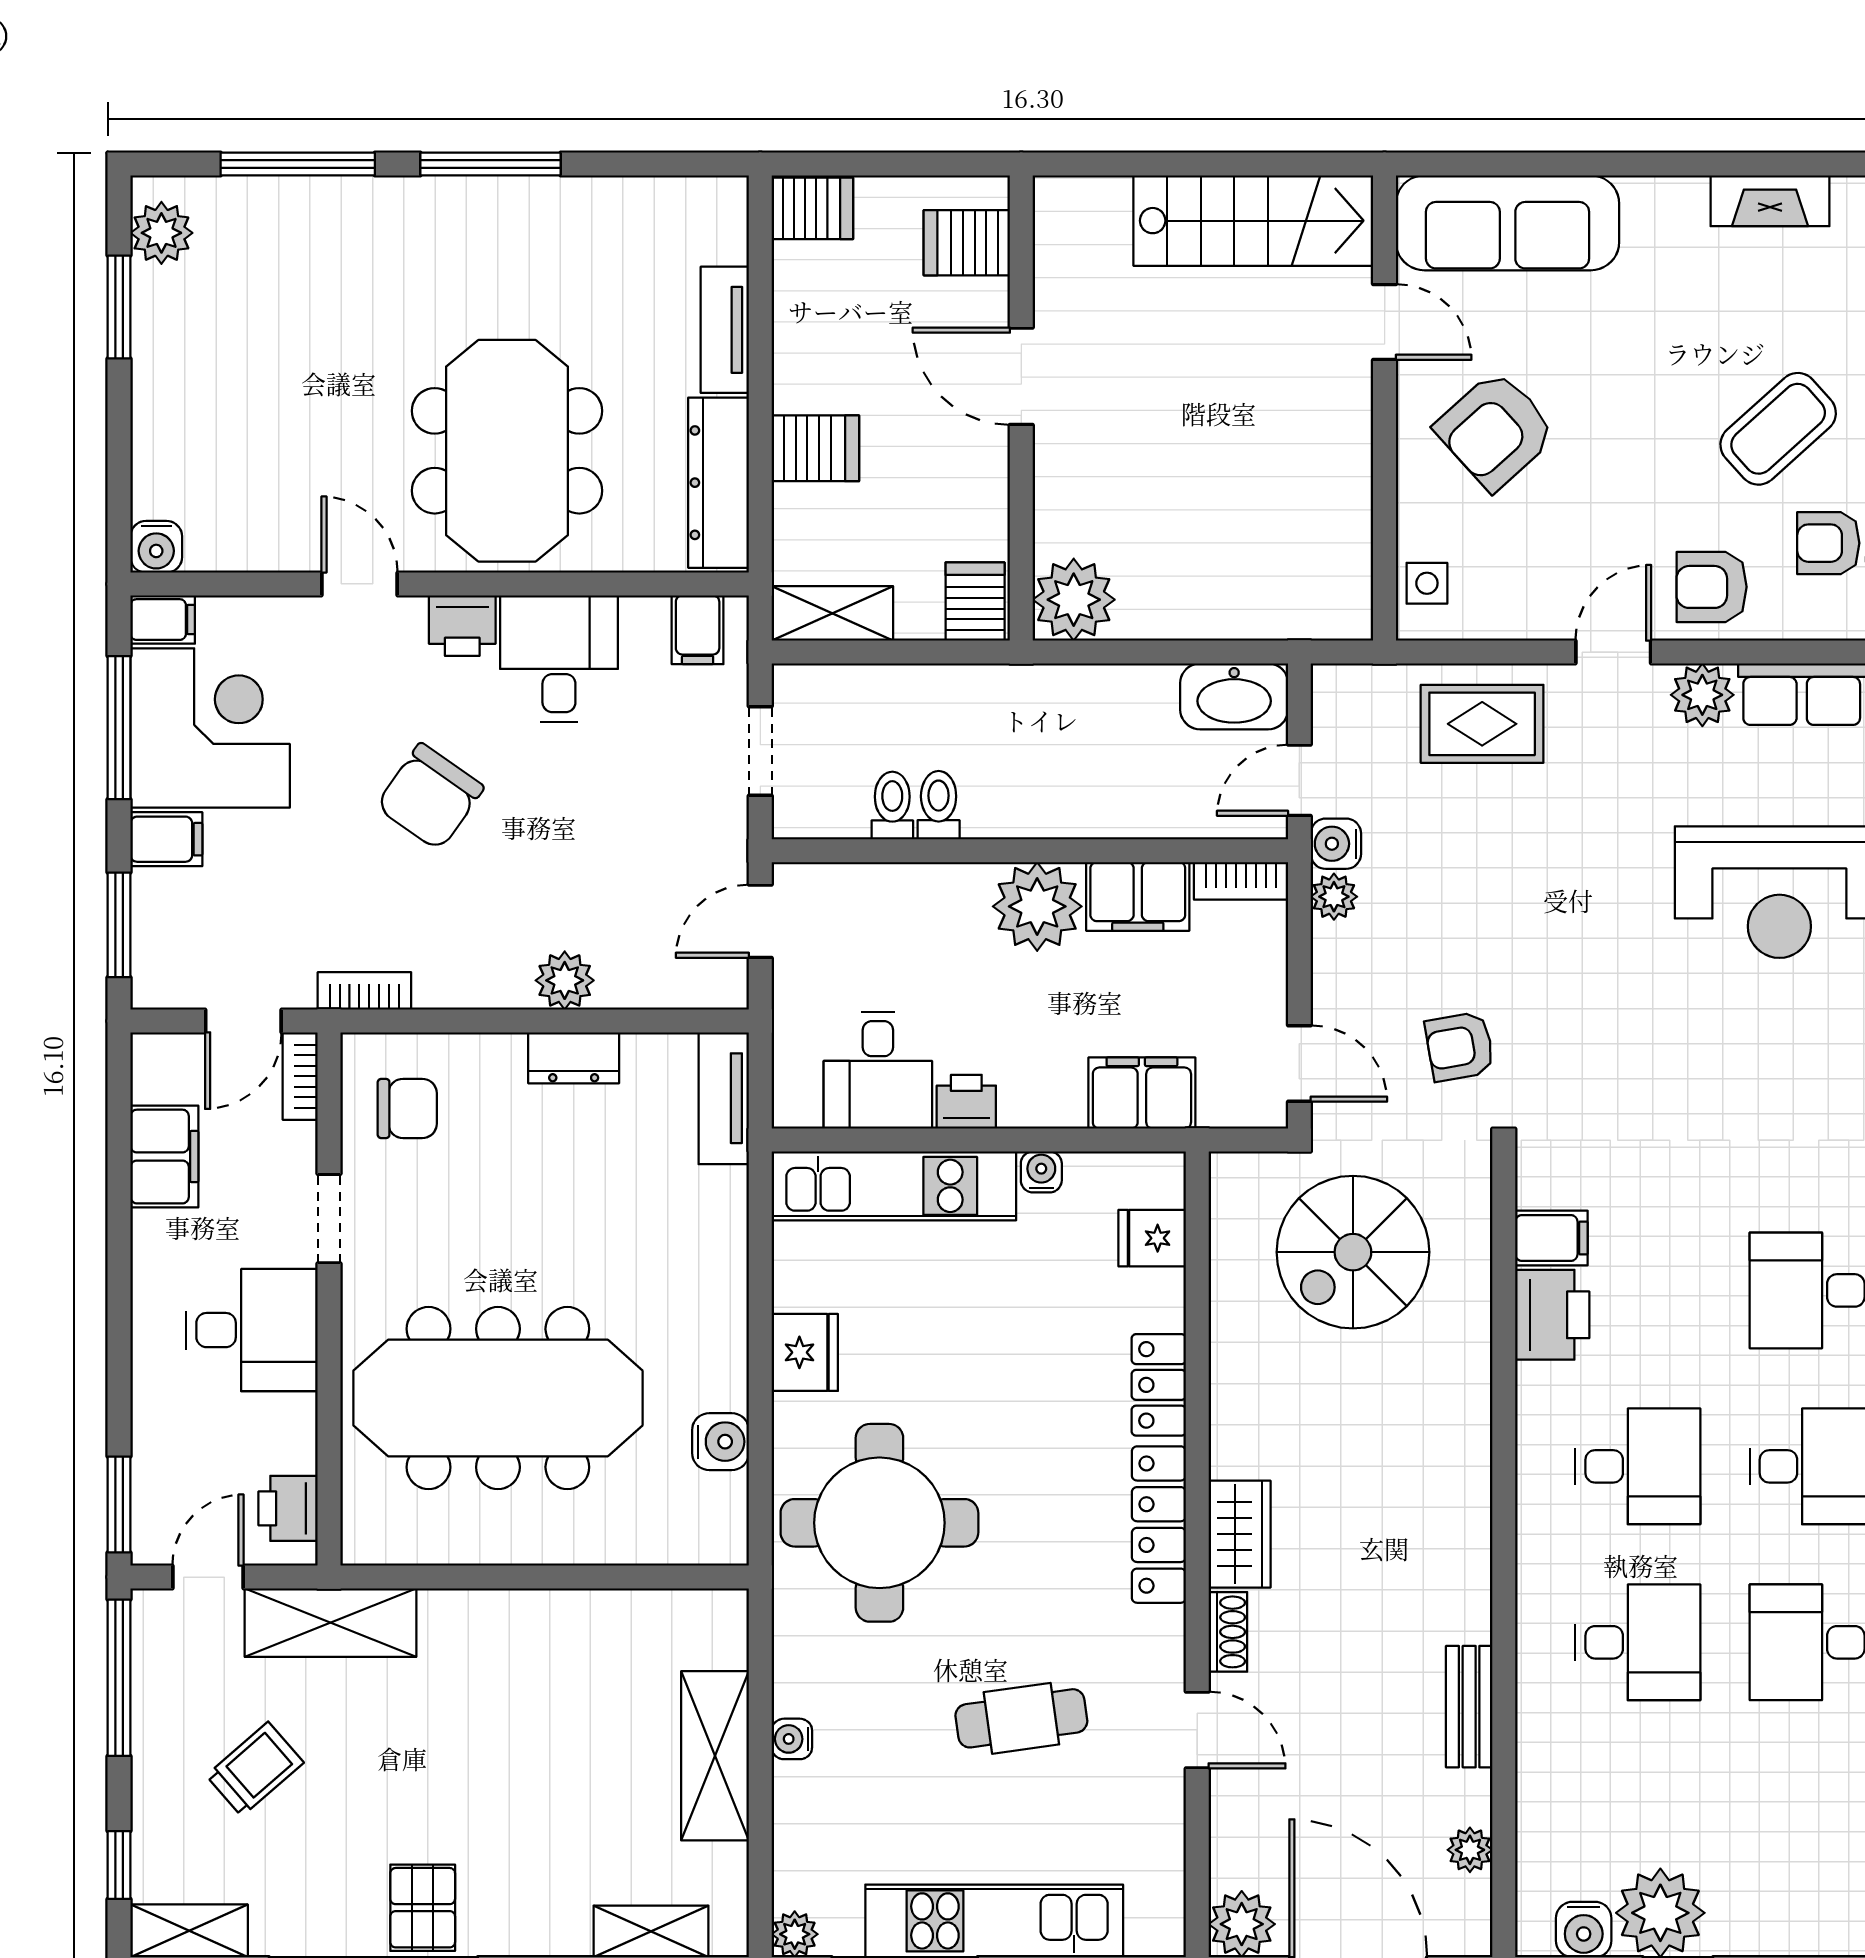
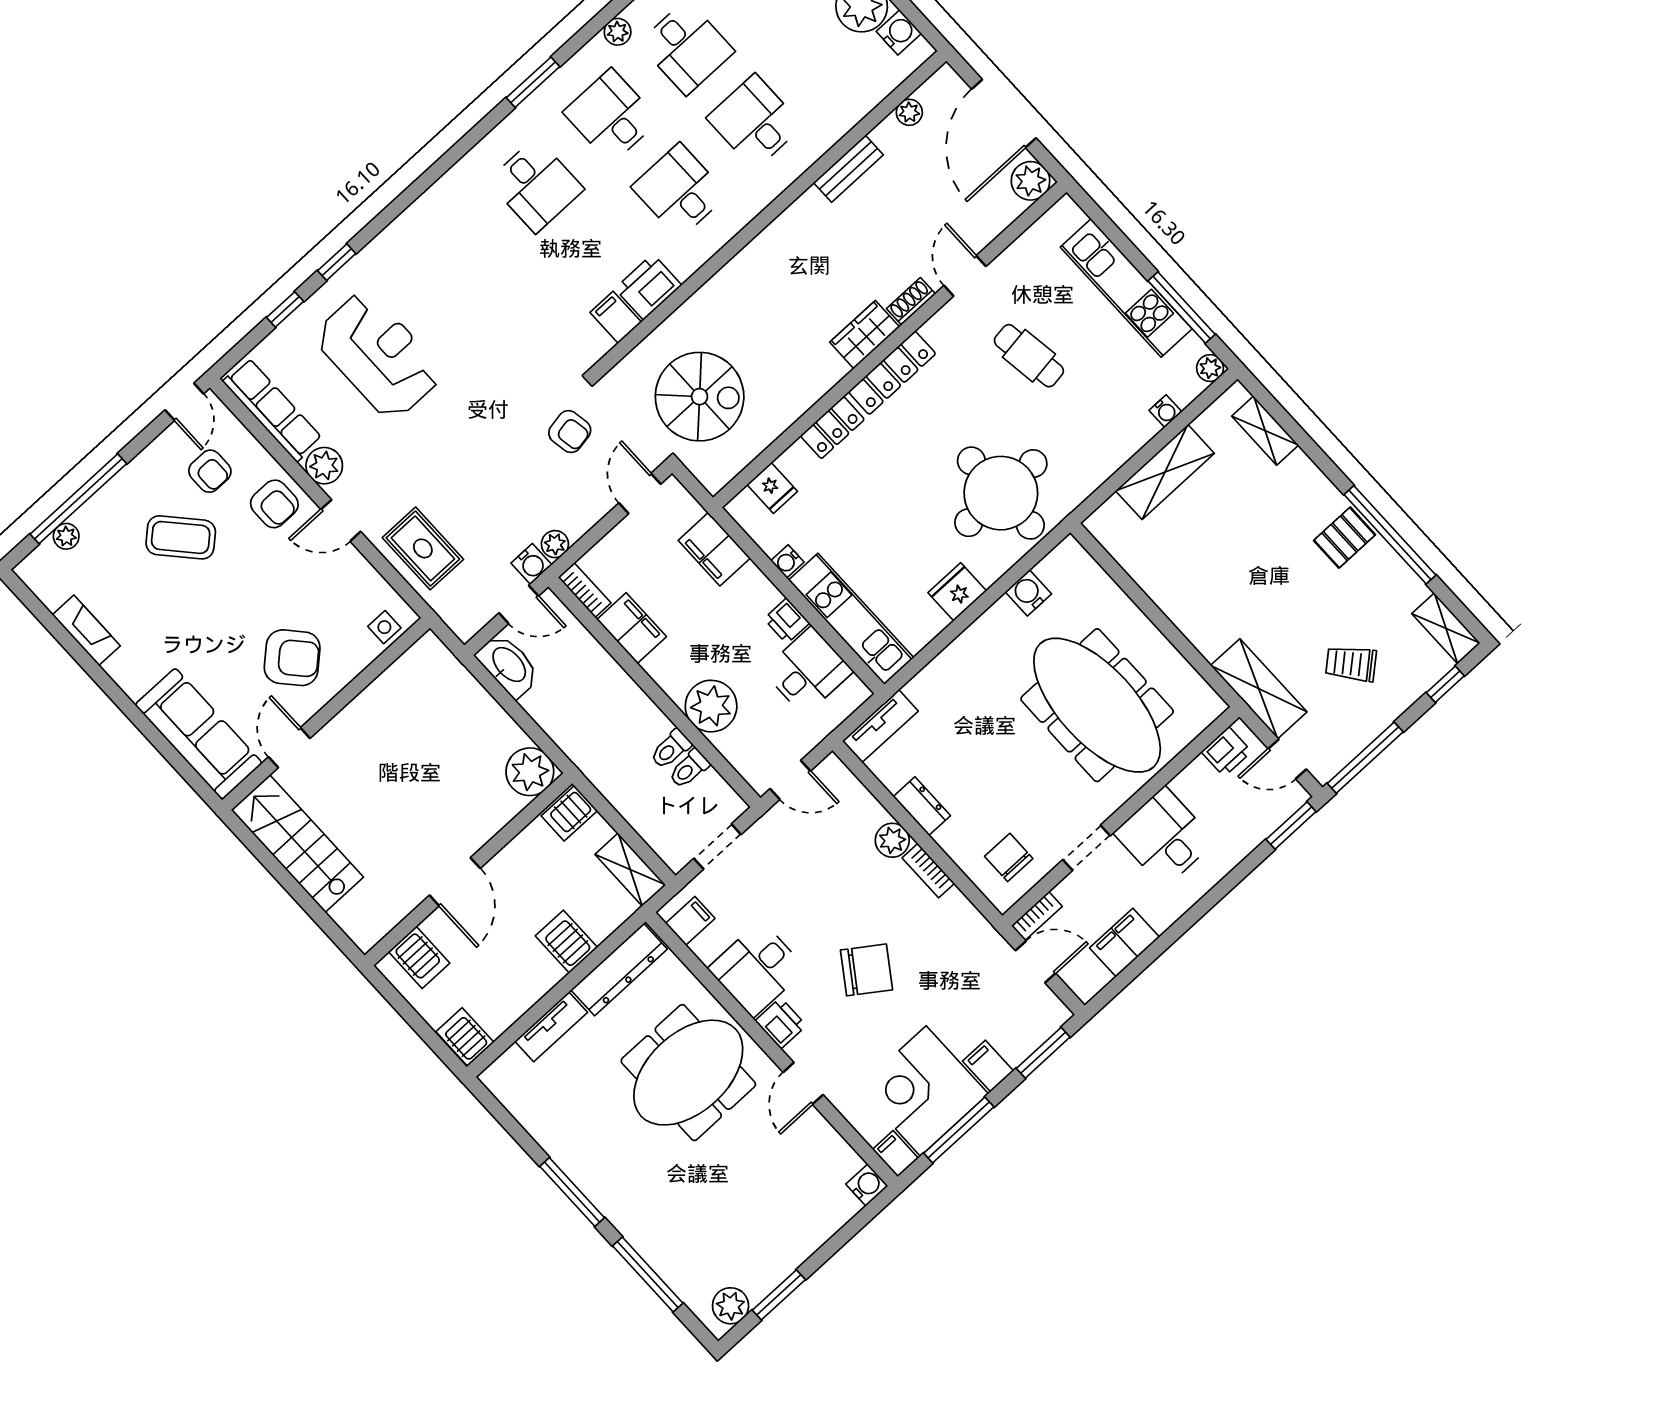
plant: (1037, 906) -> (711, 706), moved
bookcase: (364, 991) -> (928, 871), moved
water cooler: (792, 1739) -> (1165, 411), moved

